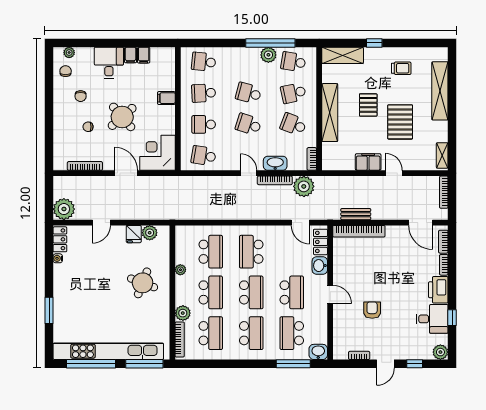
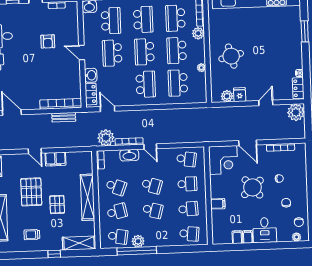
round table: (143, 283) -> (231, 56), turned -35
school desk: (251, 333) -> (143, 19), turned 180

